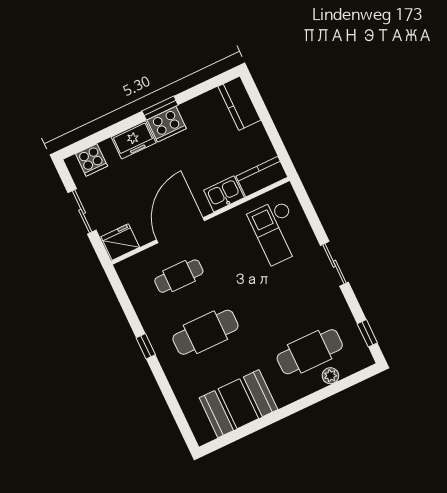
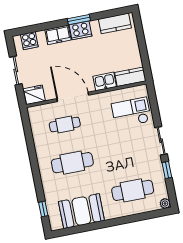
kitchen counter: (239, 103) -> (115, 23), moved, turned -90
door: (181, 230) -> (73, 97), hinge flipped
checkout: (277, 232) -> (131, 112), turned 90
window: (367, 333) -> (167, 170), moved
window: (146, 346) -> (43, 209), moved
plant: (330, 376) -> (165, 203), moved

